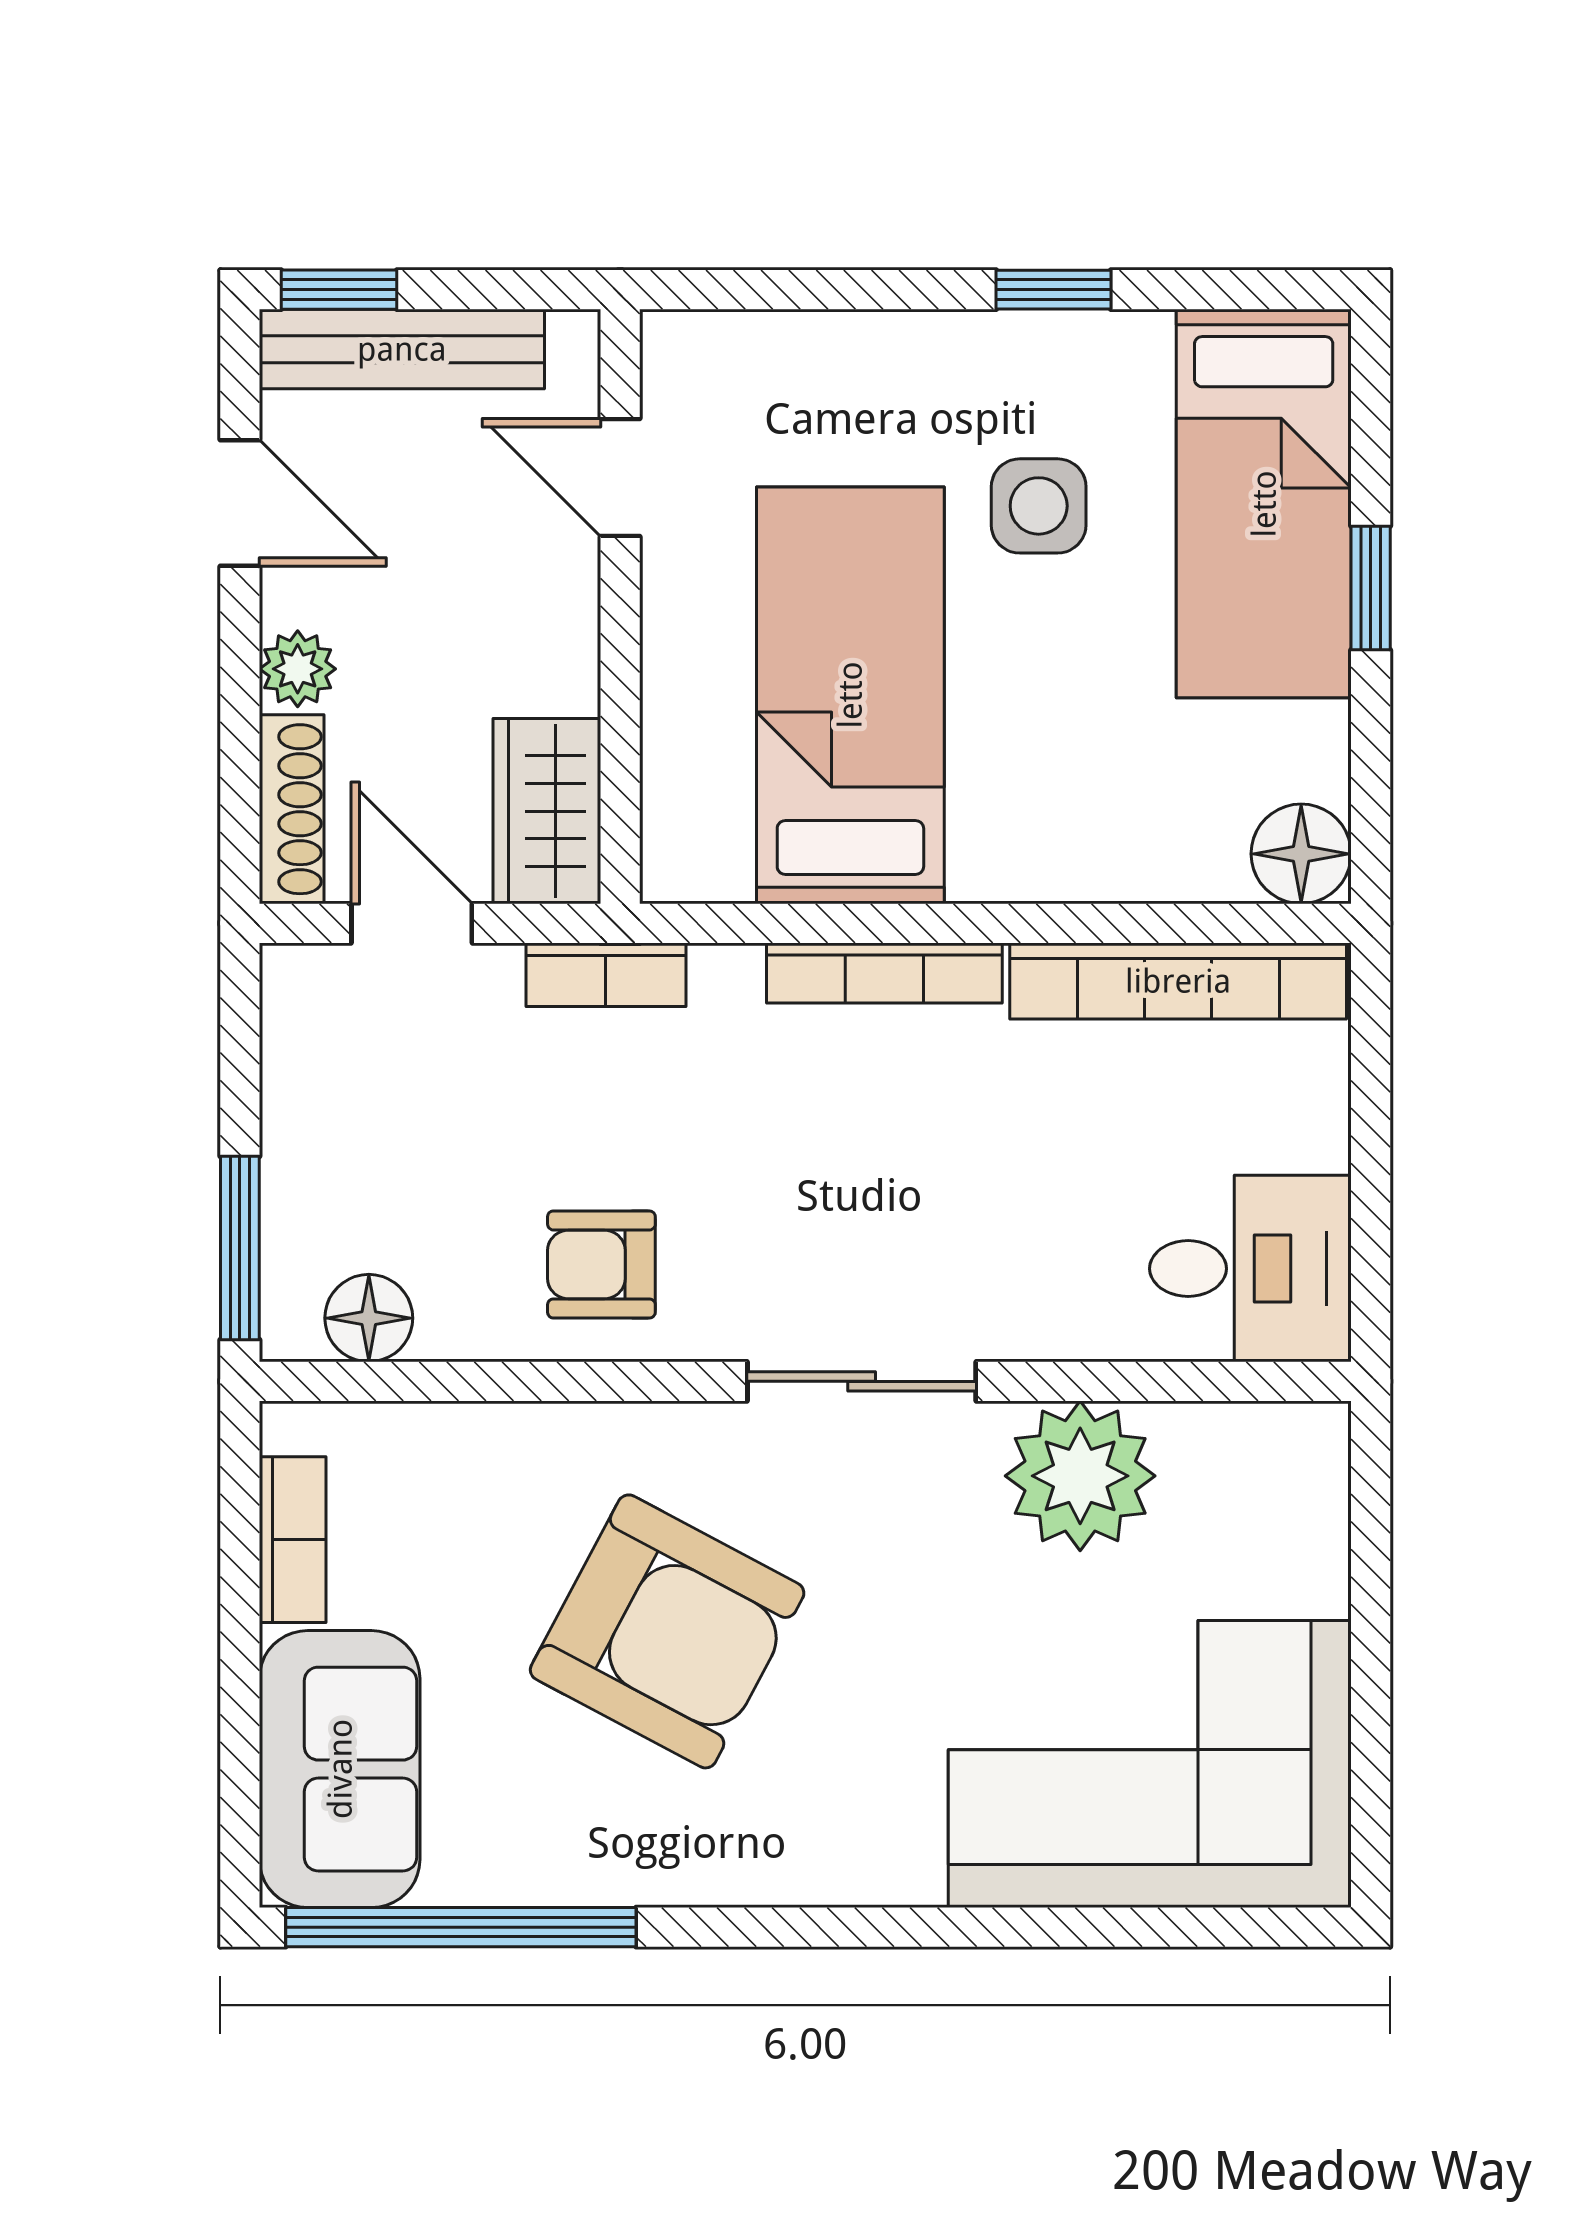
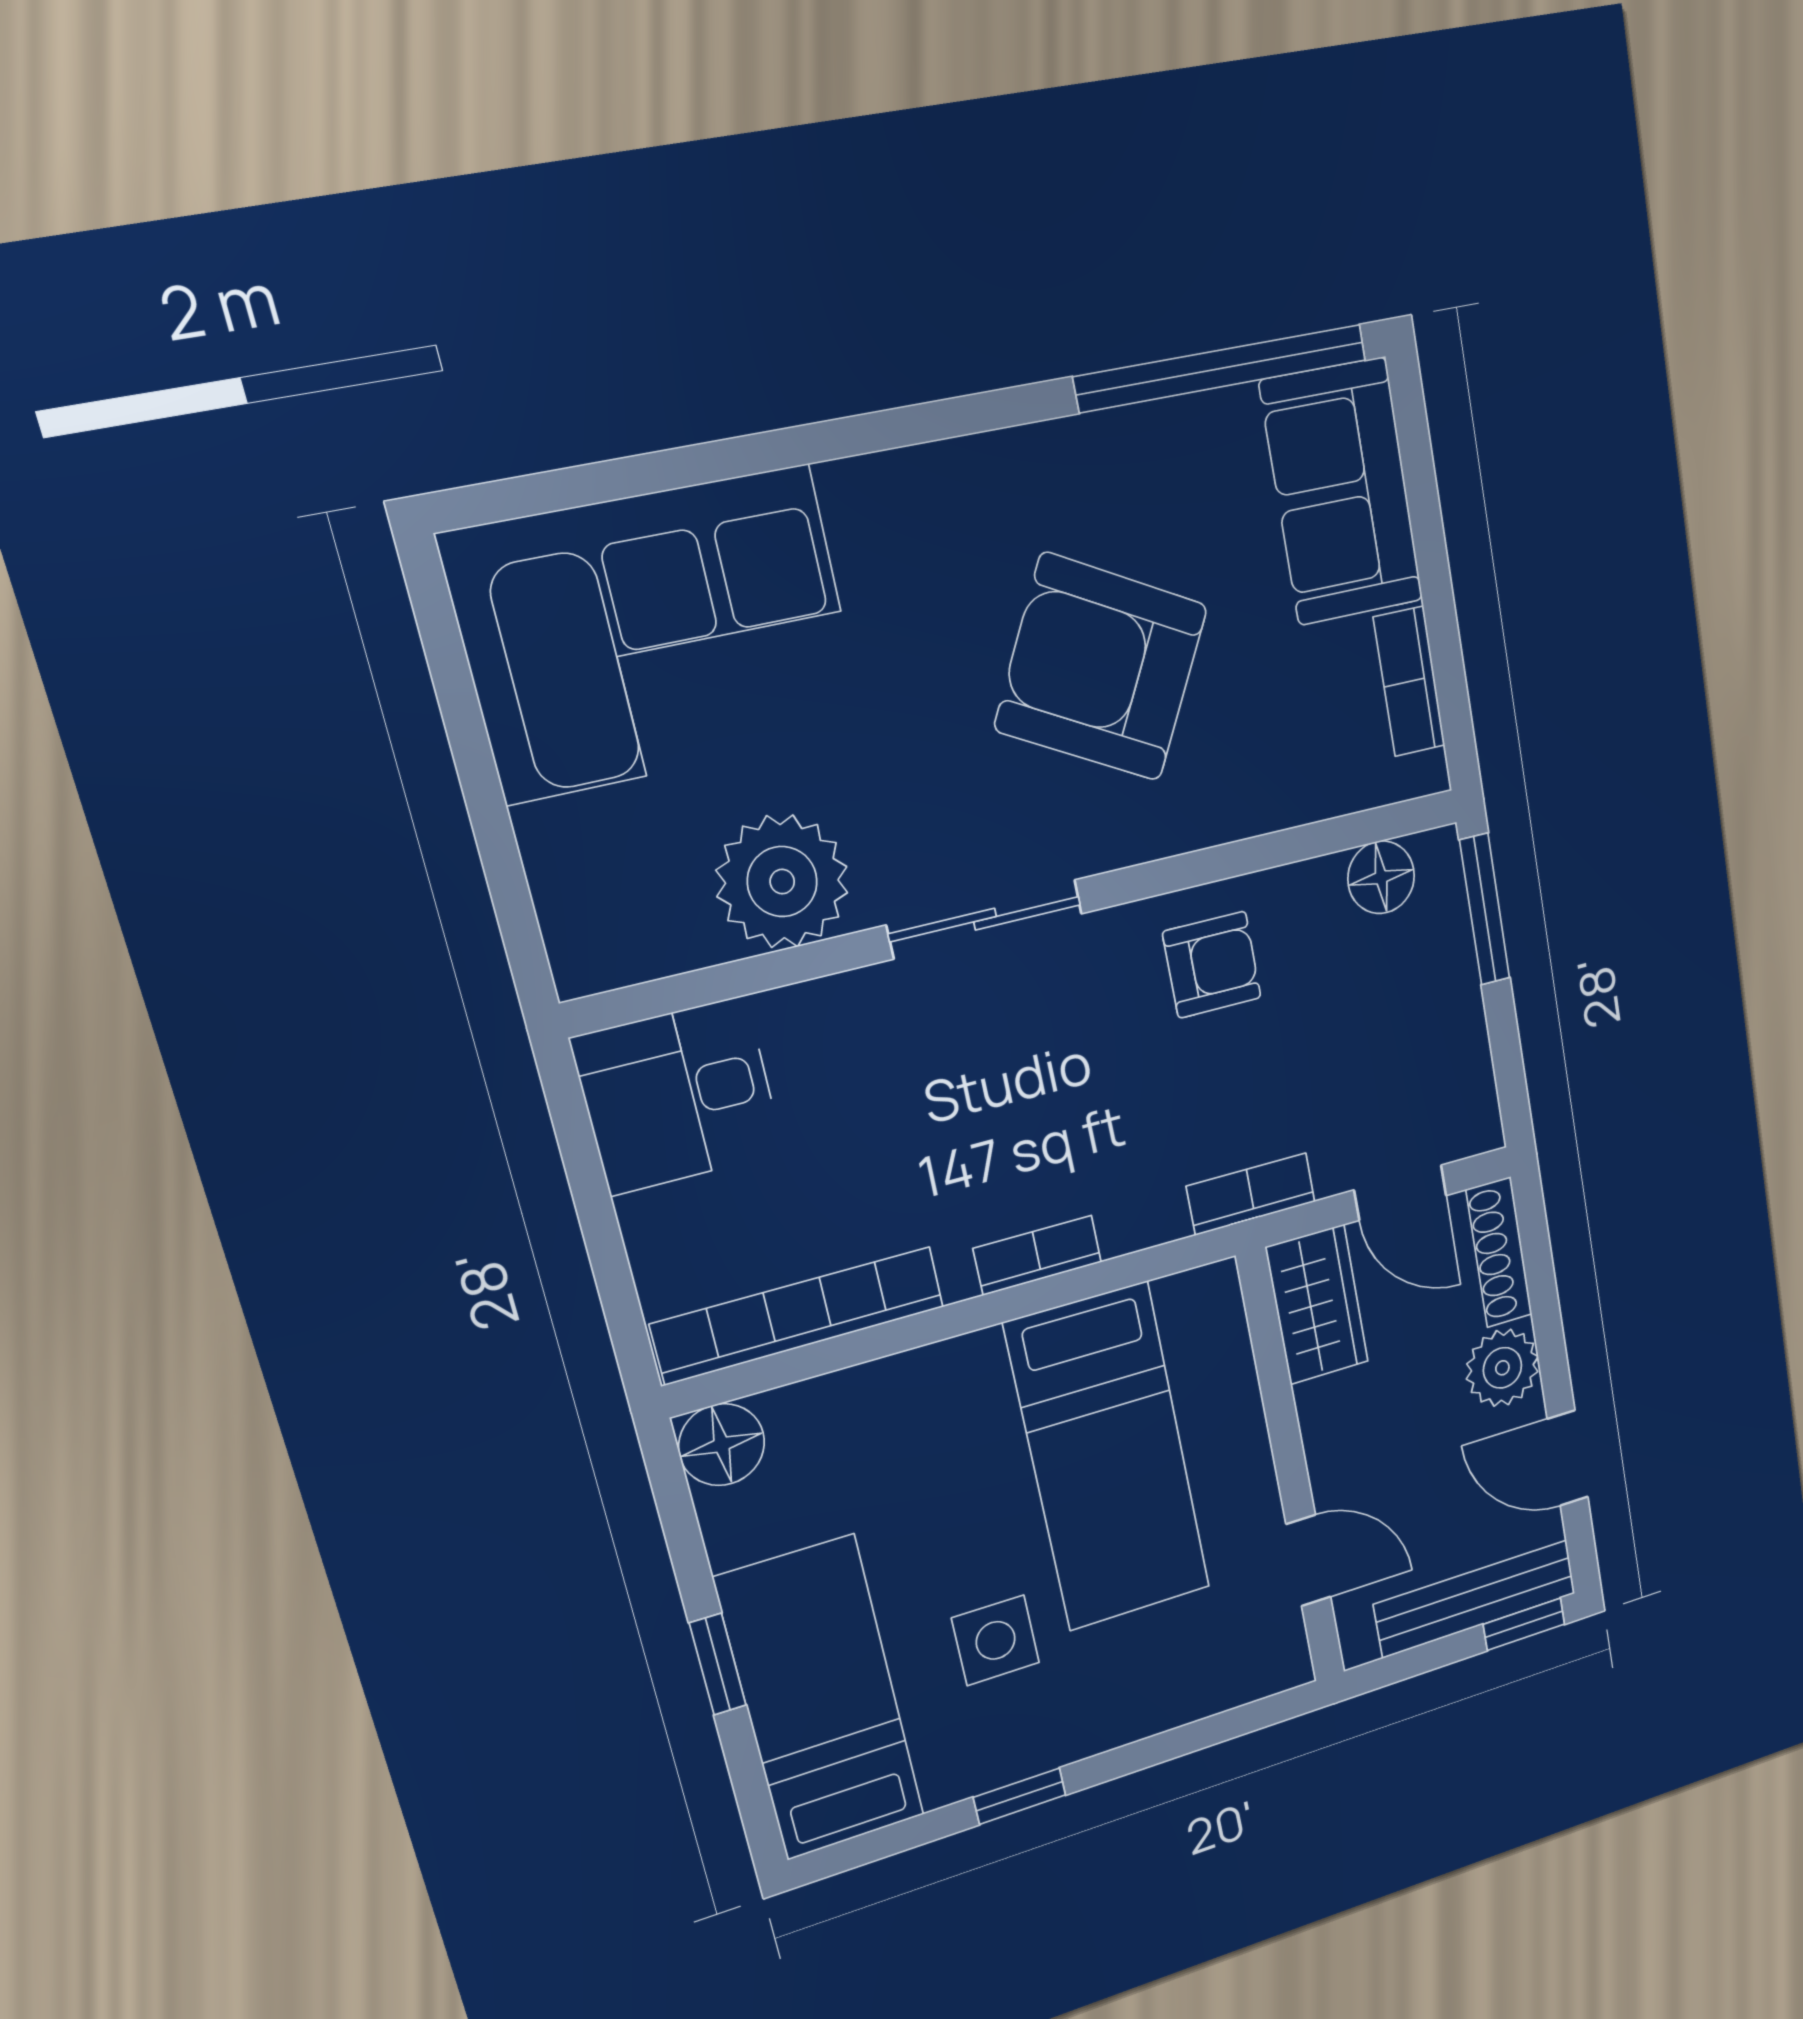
plant: (298, 669) -> (1502, 1368), width x1.38, depth x1.38
bookcase: (884, 973) -> (1037, 1255), width x0.64

